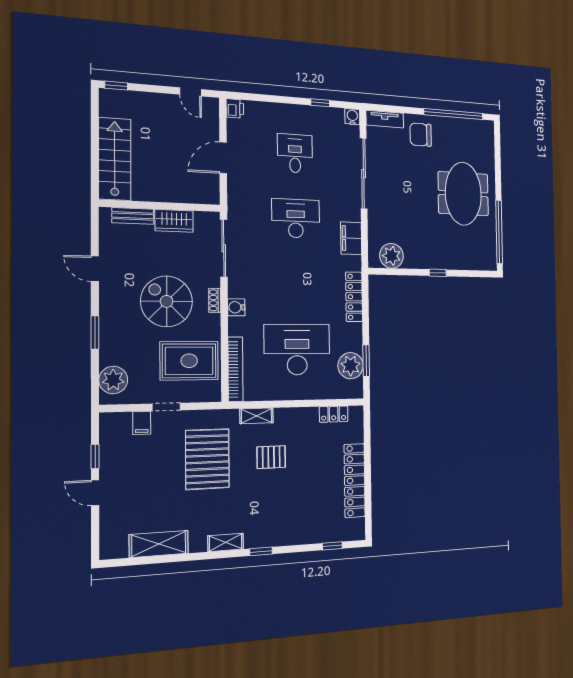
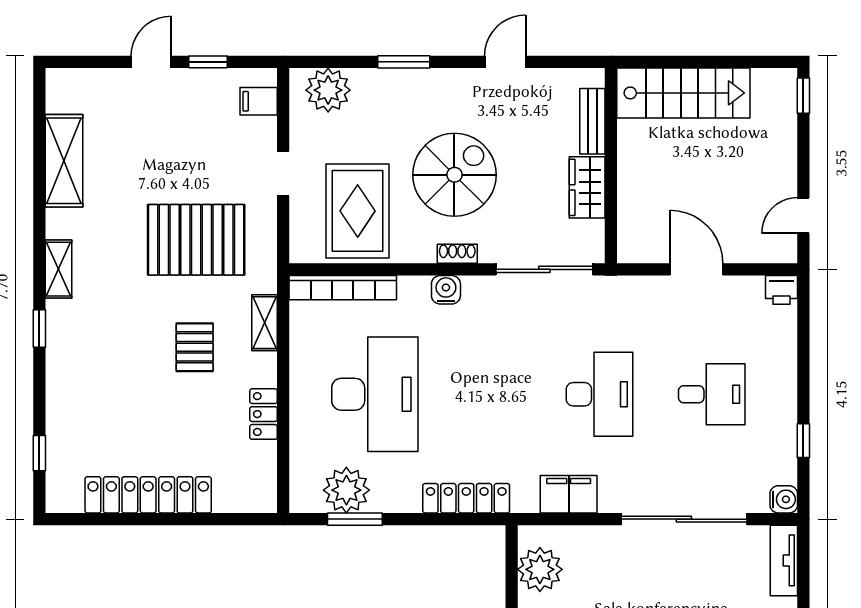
locker: (334, 414) -> (264, 414), moved
filing cabinet: (142, 423) -> (259, 101), moved

